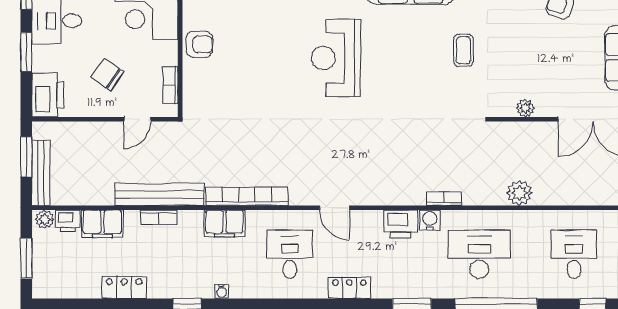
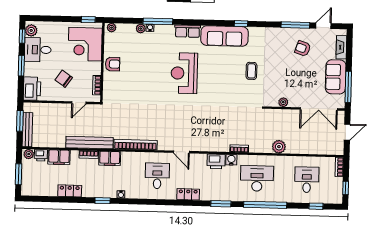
filing cabinet: (224, 223) -> (110, 158), moved

